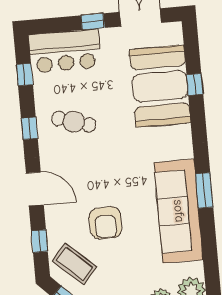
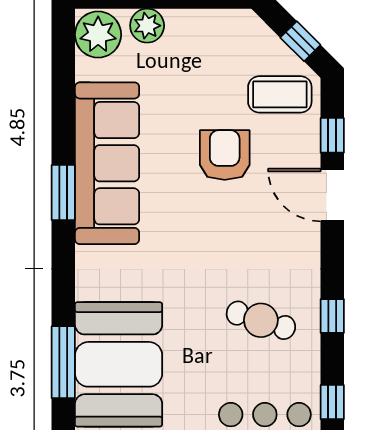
window: (195, 84) -> (63, 362), width x2.17
door: (35, 189) -> (332, 195), moved
coffee table: (74, 264) -> (280, 94), turned -42

